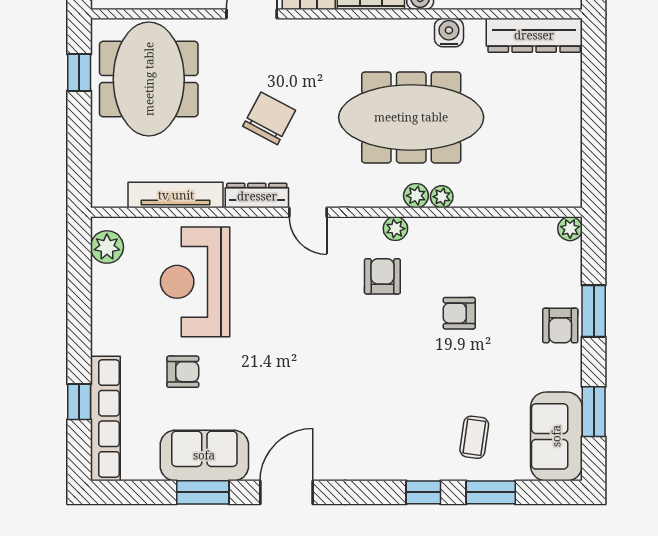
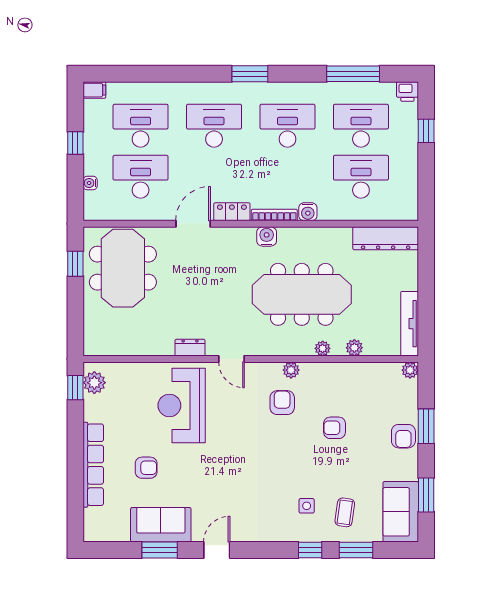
water cooler: (449, 33) -> (267, 236), moved
chair: (269, 118) -> (205, 295), removed
tv unit: (176, 195) -> (410, 324), moved, turned -90
dresser: (257, 196) -> (190, 348), width x0.70
plant: (416, 196) -> (354, 348), moved
reception desk: (195, 282) -> (182, 405), moved
window: (79, 402) -> (75, 388), moved
row of seats: (105, 419) -> (93, 465), moved
side table: (418, 428) -> (307, 506), added
door: (286, 492) -> (217, 550), width x0.73

